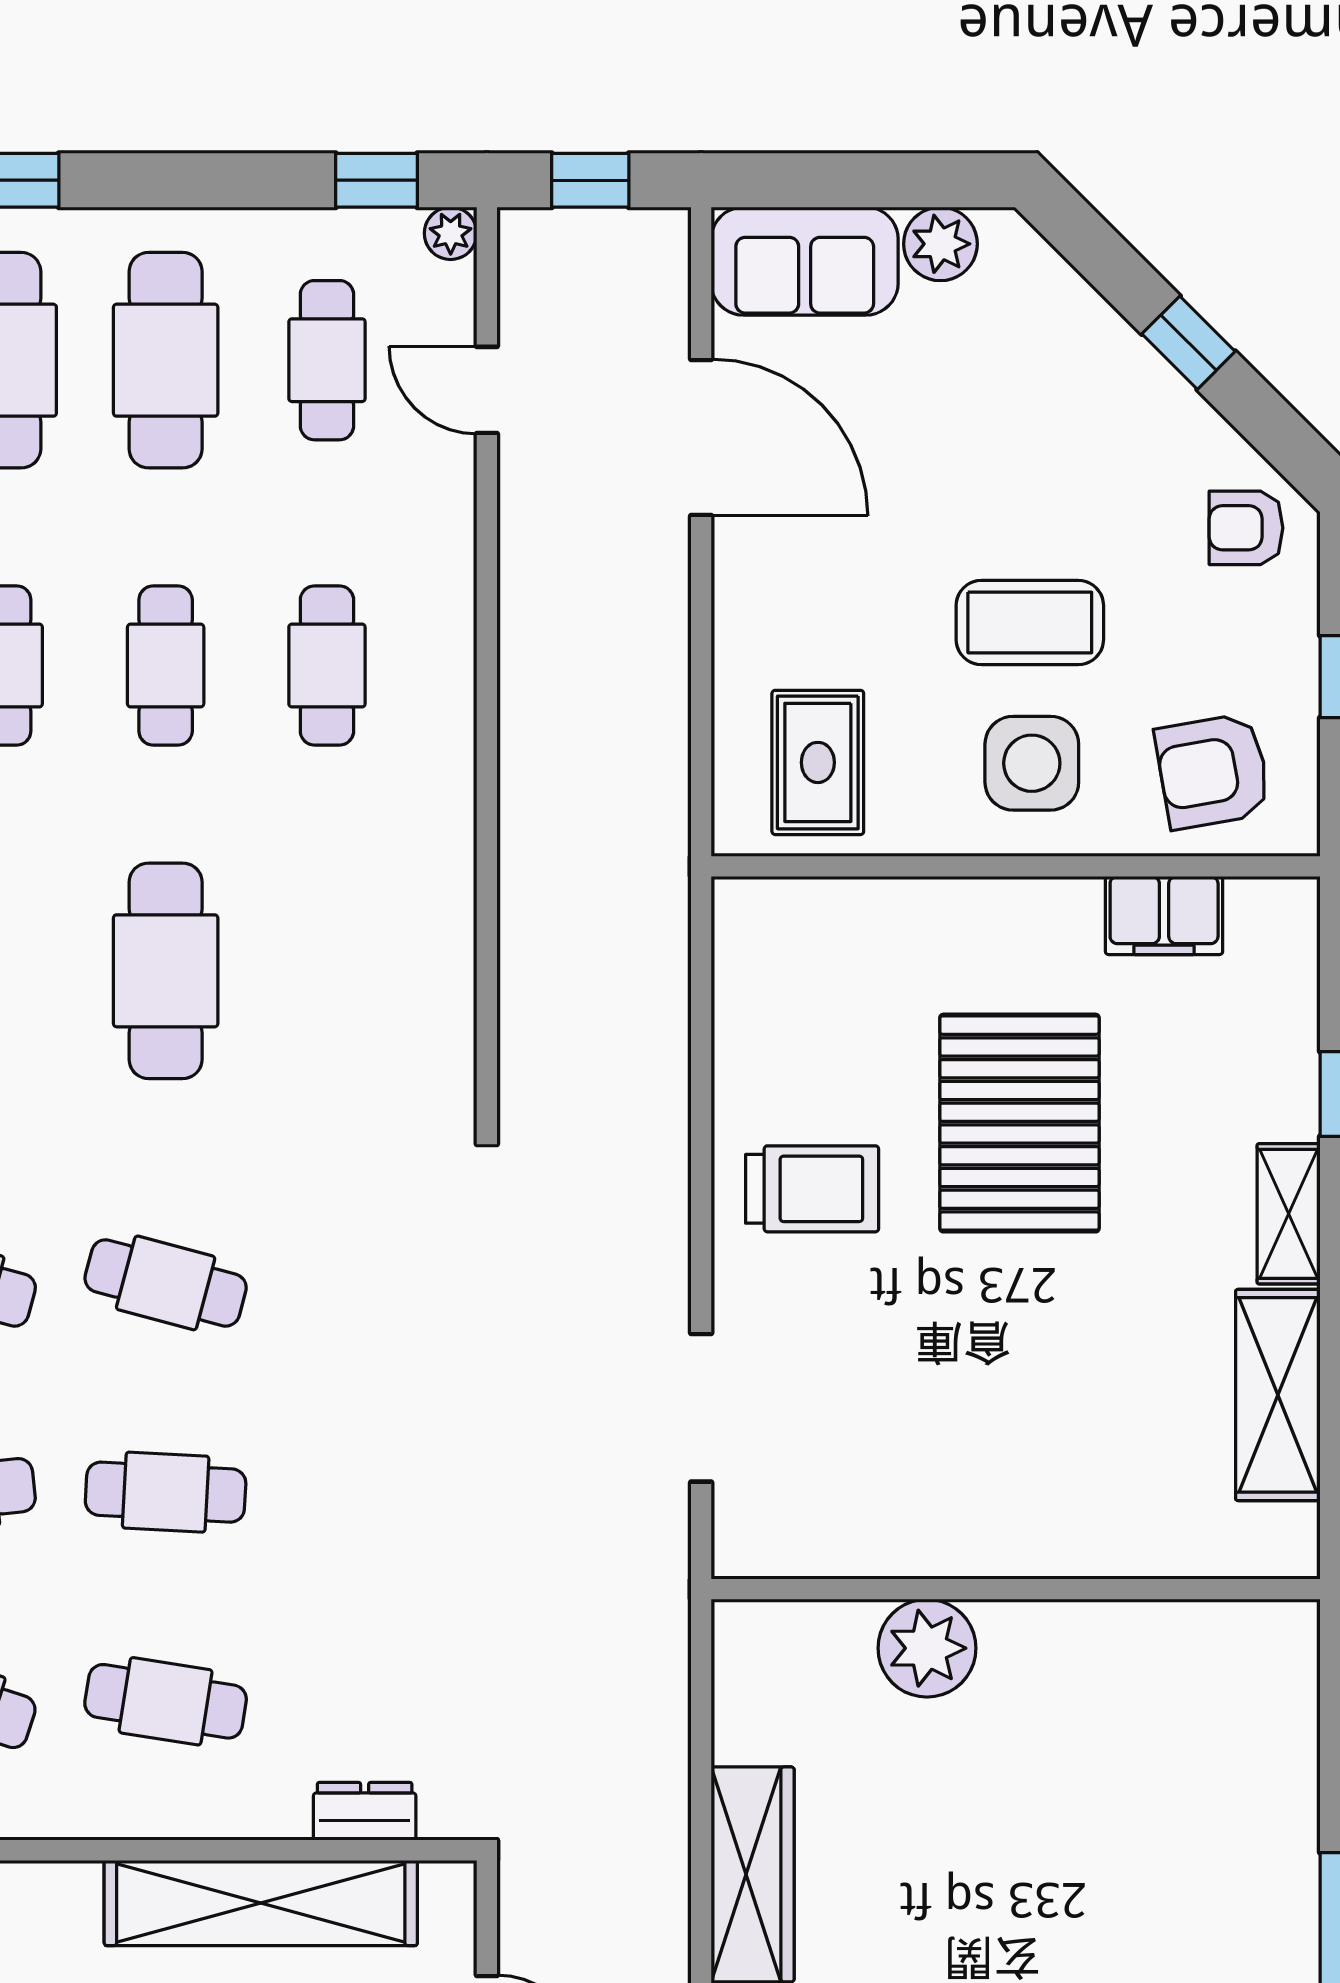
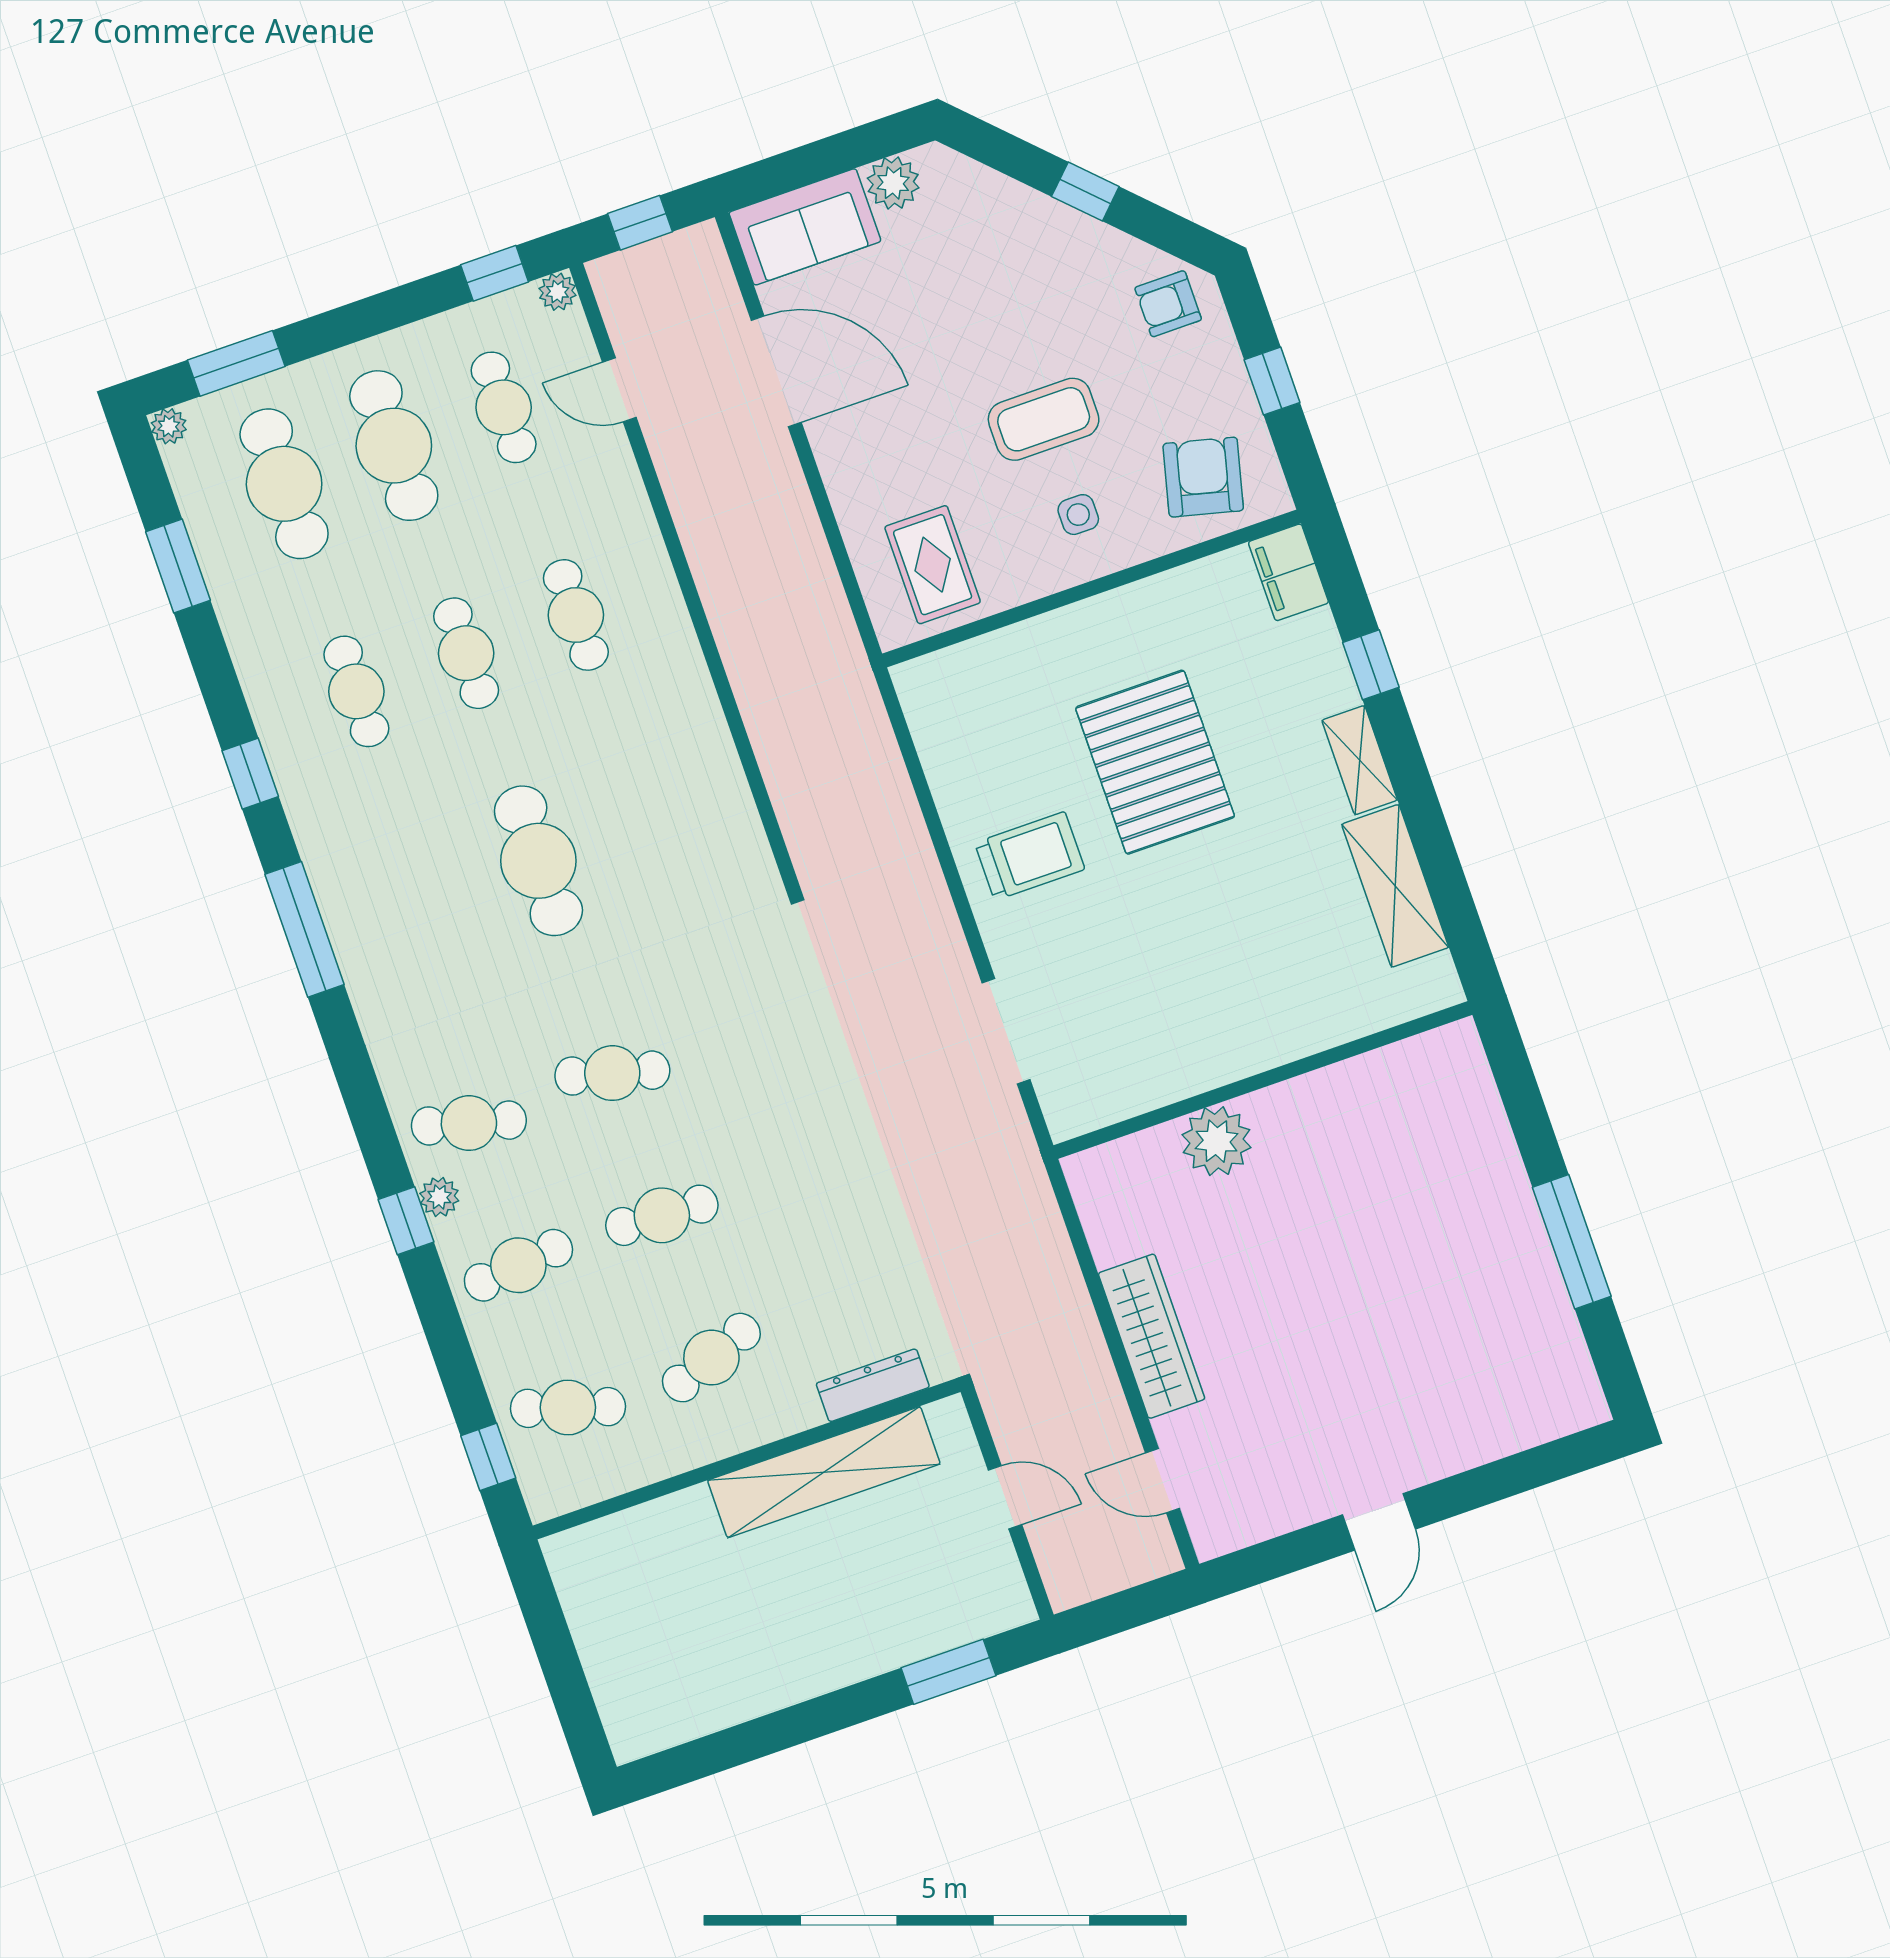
side table: (1032, 763) -> (1078, 515), width x0.54, depth x0.54
armchair: (1213, 771) -> (1203, 477), turned 114
filing cabinet: (1164, 915) -> (1288, 572), moved, turned 90
cafe table: (166, 1701) -> (711, 1358), turned -30
dresser: (365, 1811) -> (873, 1385), width x1.44

